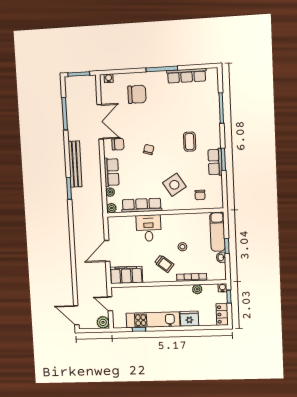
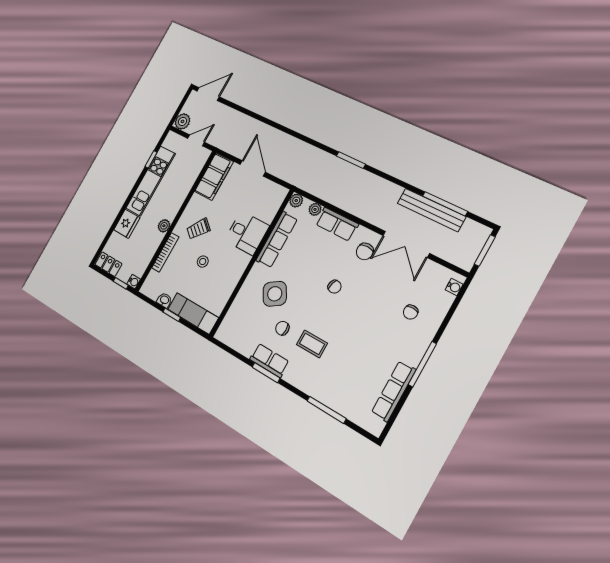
chair: (137, 94) -> (411, 312), width x0.54, depth x0.54
bench: (75, 164) -> (431, 210), moved
chair: (200, 195) -> (282, 328), moved
plant: (197, 289) -> (164, 226), moved

